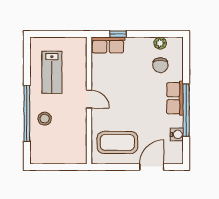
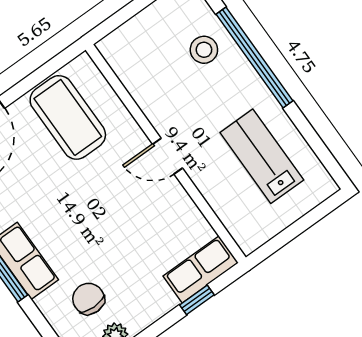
stool: (45, 119) -> (204, 50), moved
coffee table: (117, 142) -> (68, 117), turned 90

